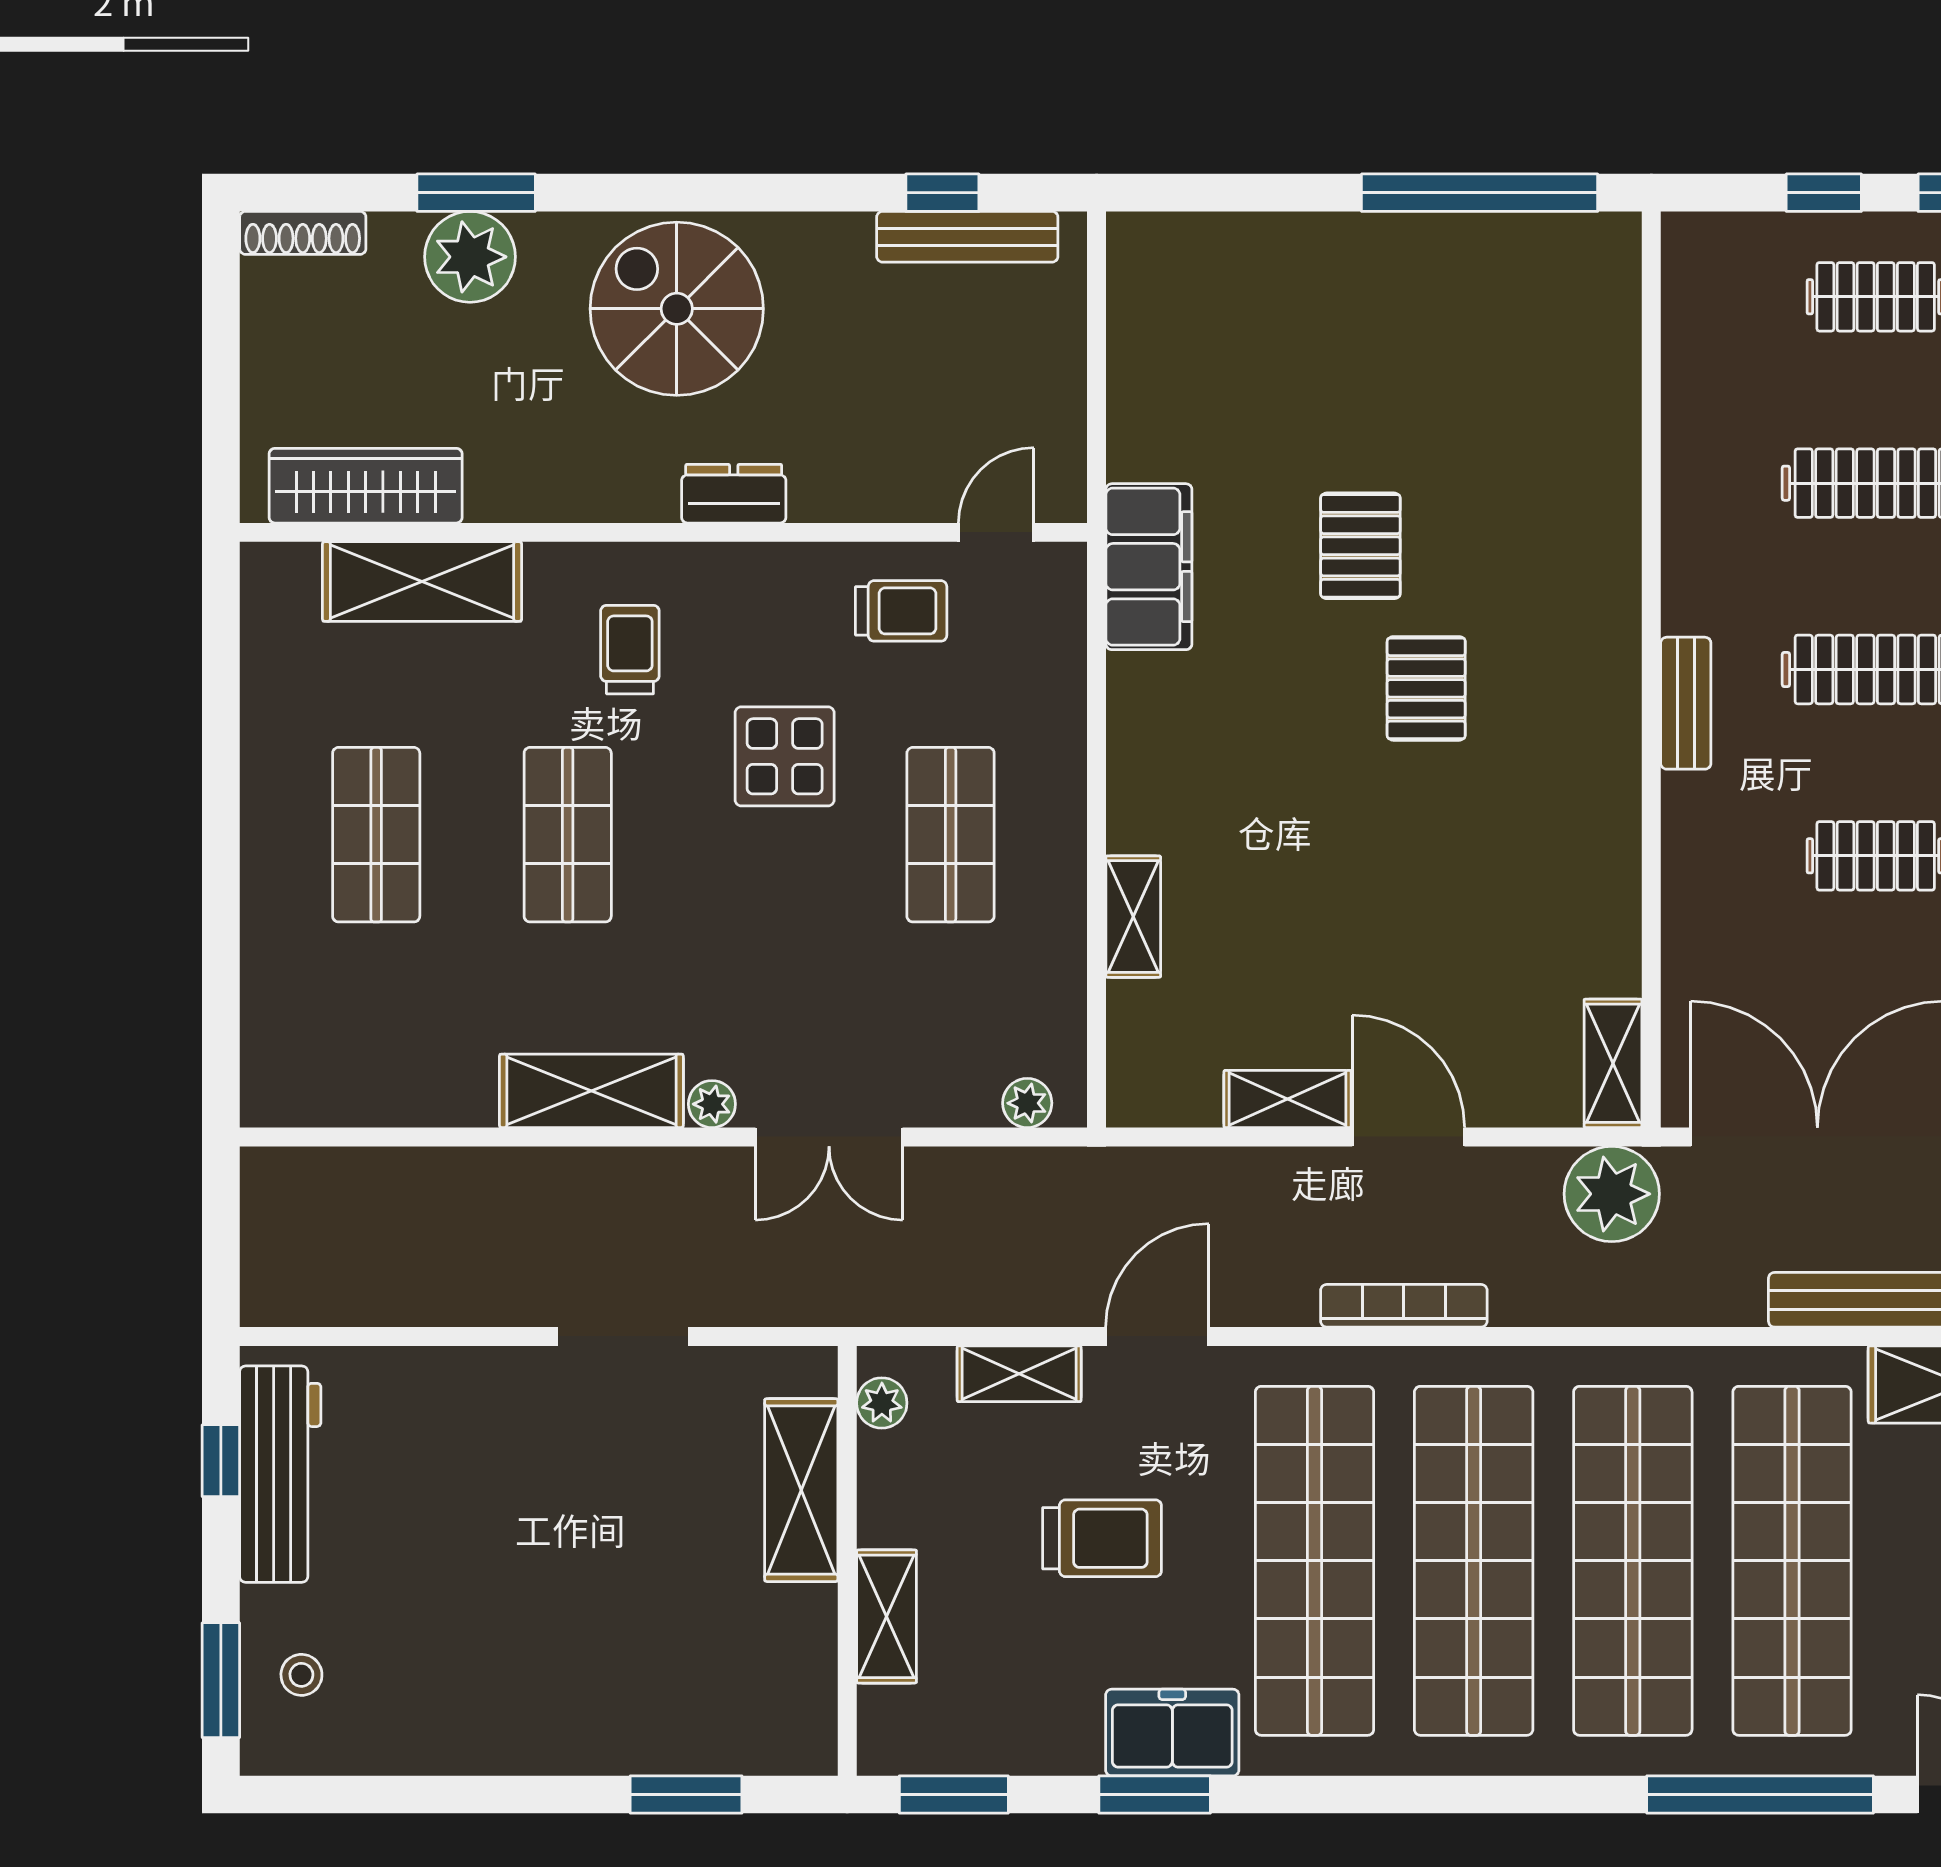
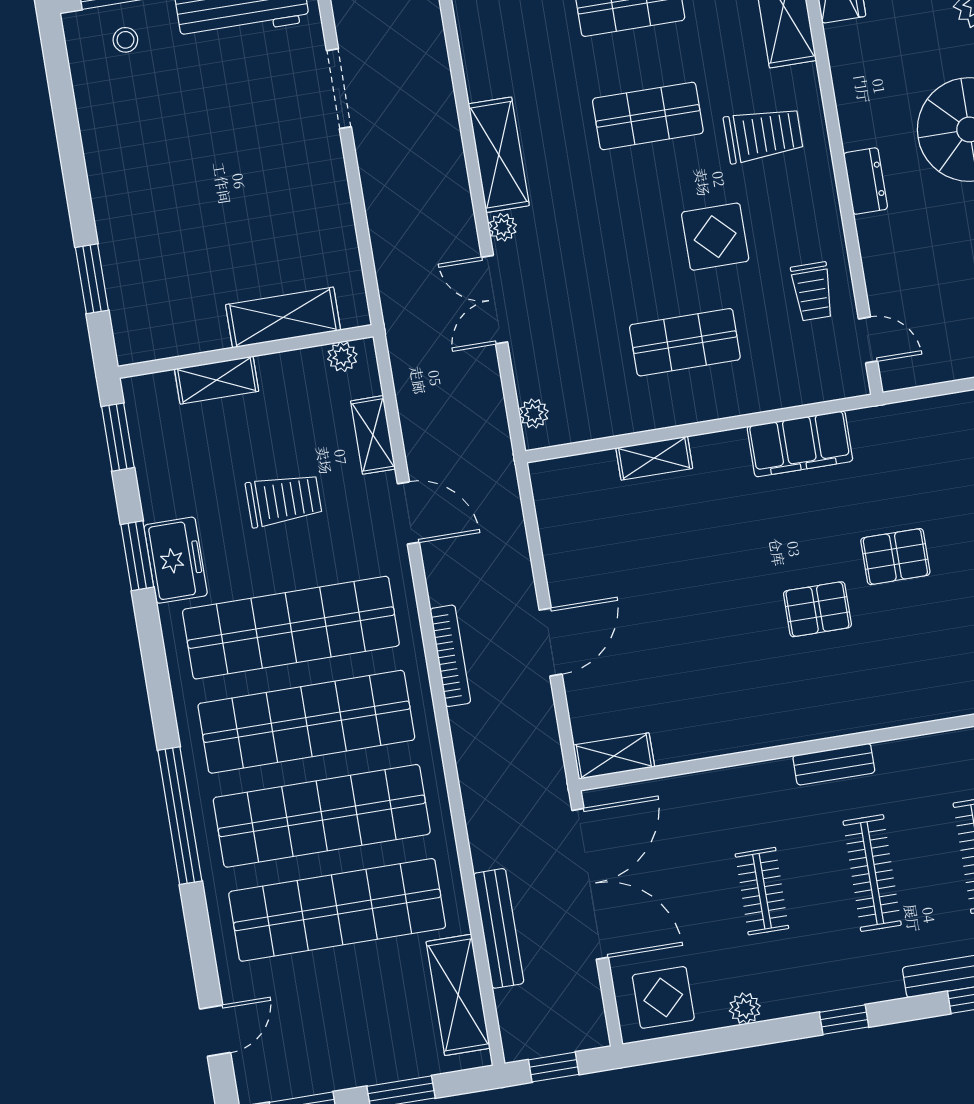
filing cabinet: (1149, 567) -> (800, 444), moved
trolley: (630, 650) -> (763, 135), width x1.36, depth x1.39
shelving: (1287, 1099) -> (561, 567), removed
plant: (1612, 1194) -> (537, 768), removed
doorway: (623, 1336) -> (339, 89), moved
trolley: (1102, 1538) -> (284, 500), turned -90
window: (1760, 1795) -> (180, 816), moved

